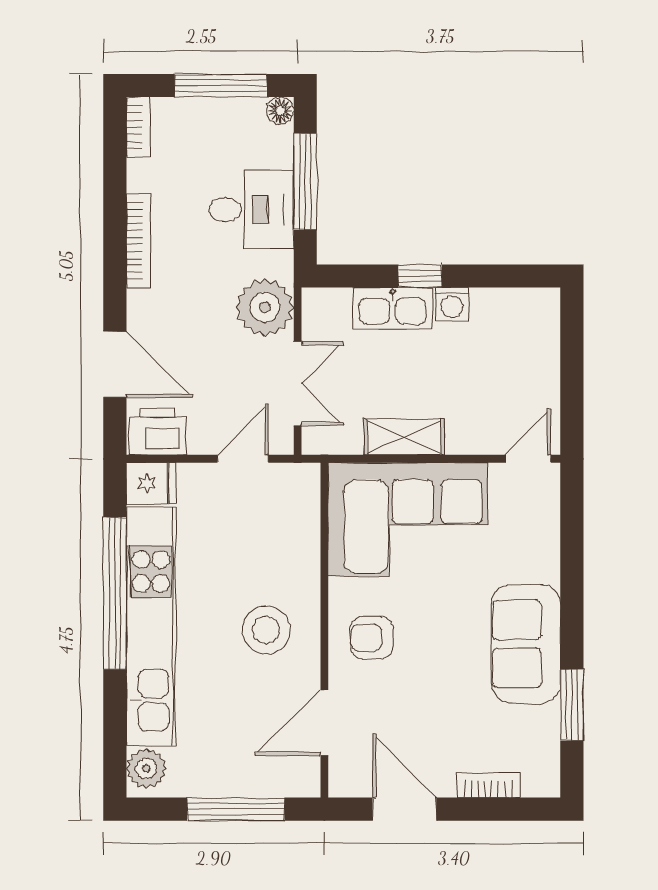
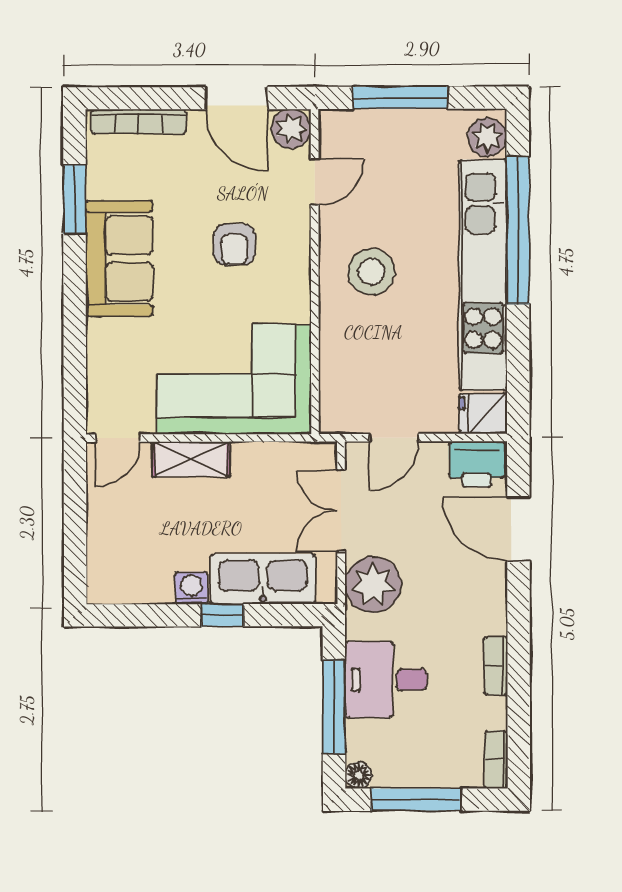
bookcase: (138, 241) -> (496, 666), width x0.64
kitchen sink: (393, 308) -> (263, 579), width x1.36, depth x1.24
shelving: (404, 437) -> (191, 459), moved
window: (115, 593) -> (518, 230), moved
armchair: (372, 638) -> (235, 244), moved, turned 90
door: (324, 723) -> (315, 182), width x0.73
plant: (348, 777) -> (291, 129), added
bookcase: (488, 785) -> (138, 121), width x1.56

